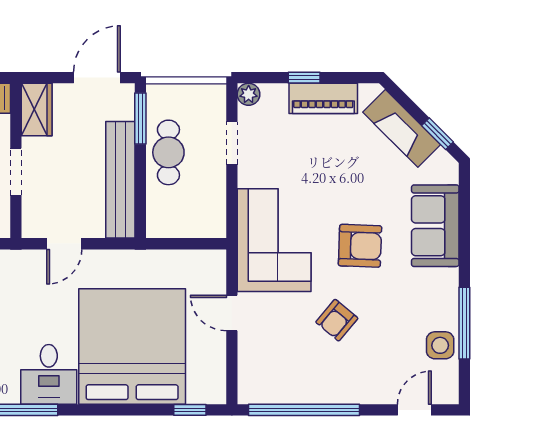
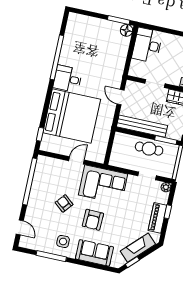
side table: (440, 345) -> (63, 241), moved

